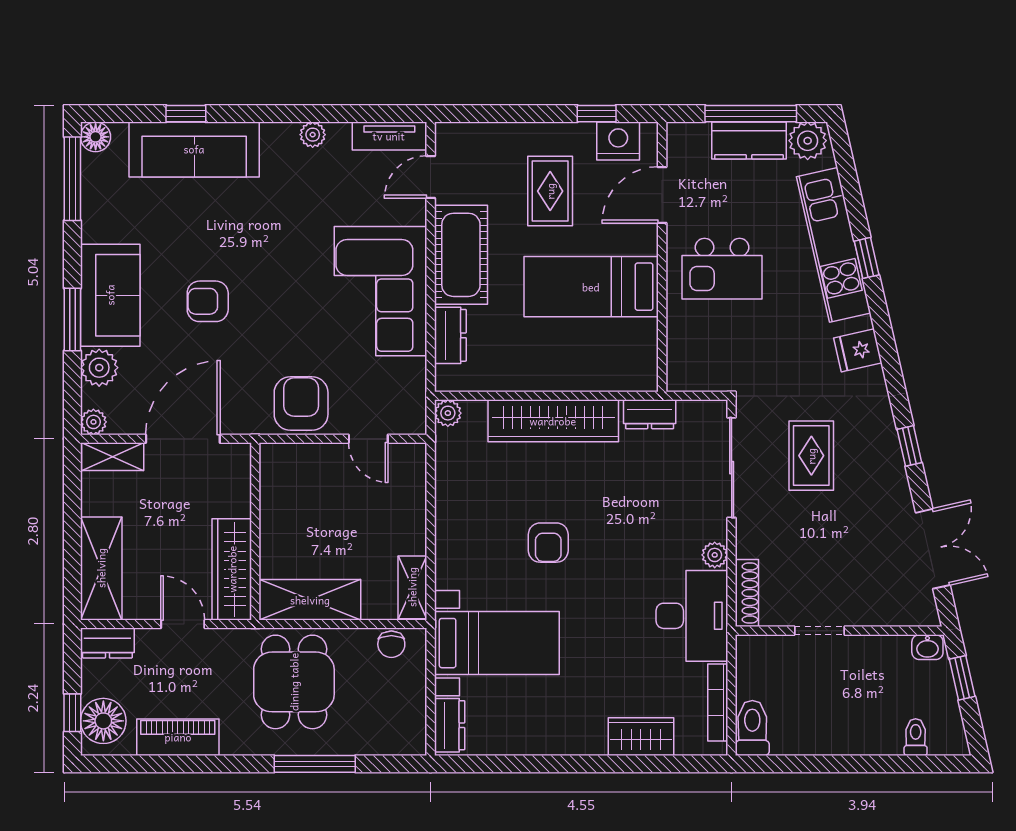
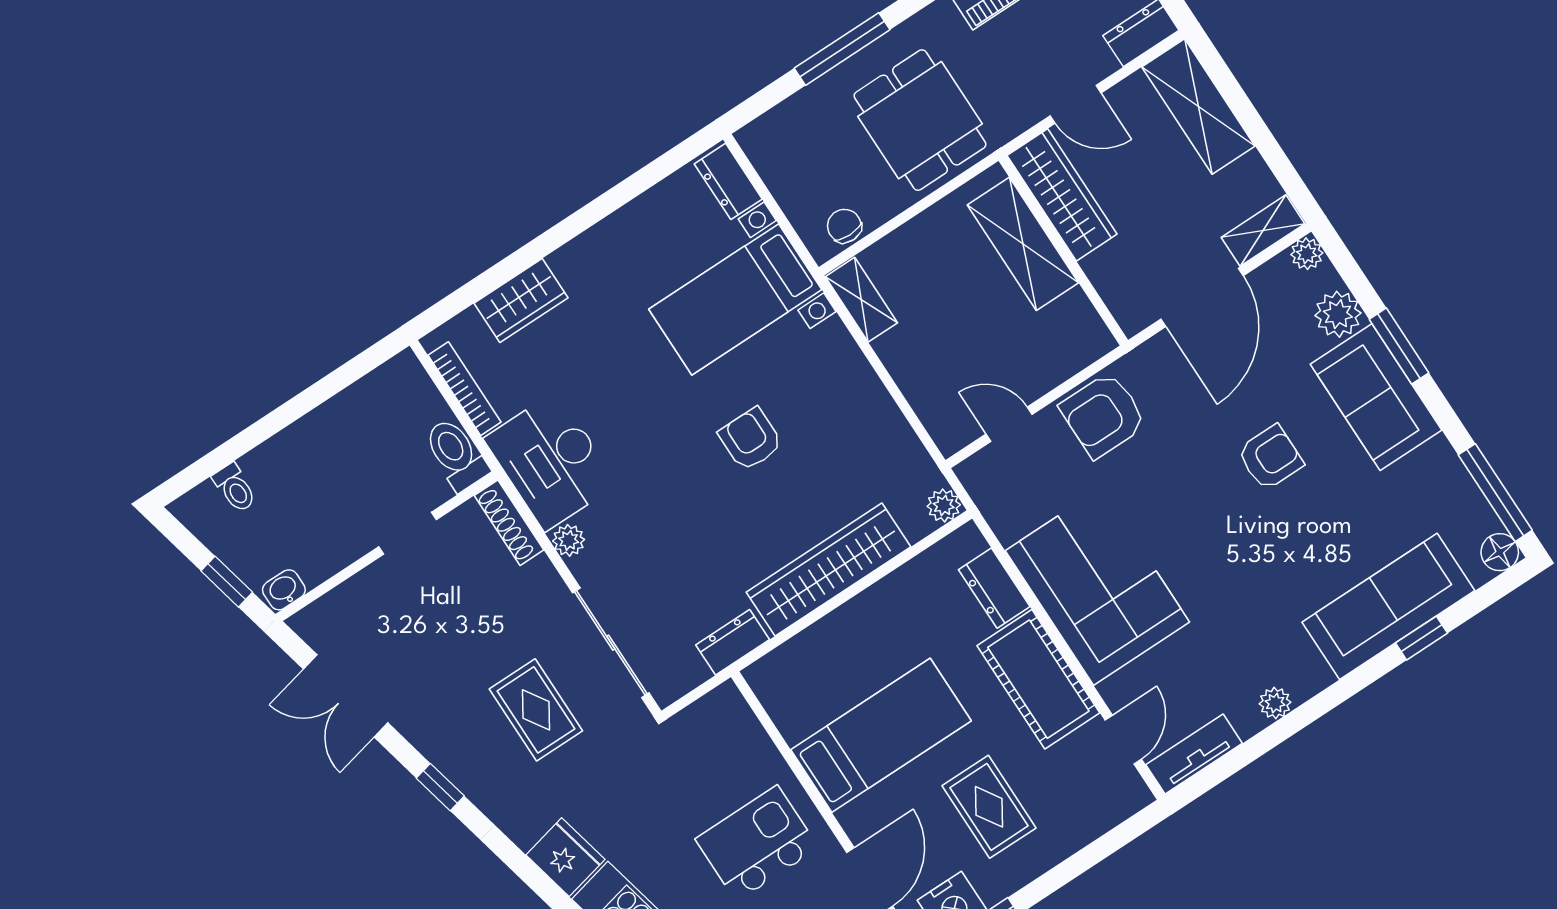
fridge: (858, 350) -> (565, 857), width x1.38
armchair: (301, 403) -> (1103, 415), turned 90
shelving: (310, 600) -> (1023, 244), moved, turned 90
toilet: (752, 728) -> (456, 454), moved, turned 180

